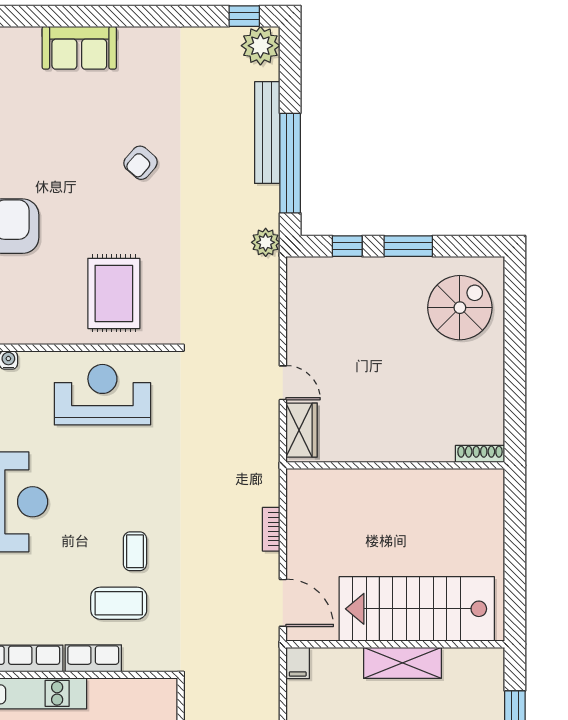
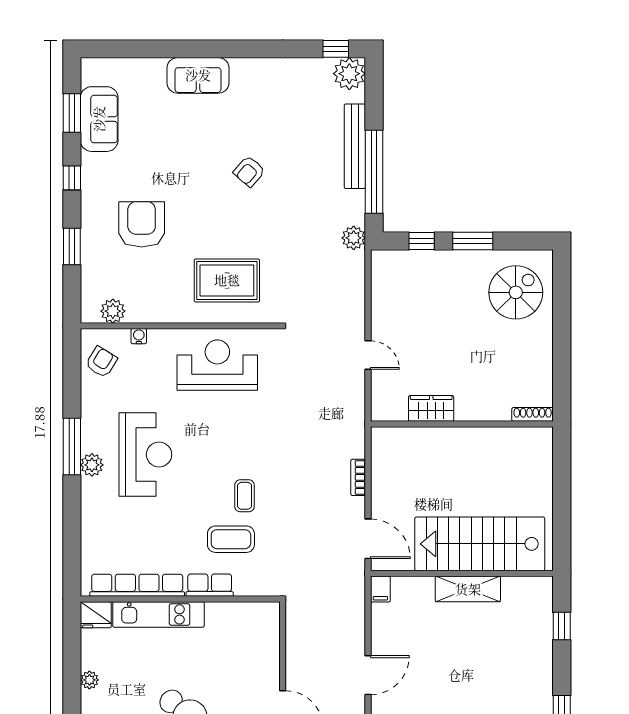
rug: (114, 293) -> (227, 280), turned 90
wardrobe: (302, 430) -> (431, 408), moved, turned -90

